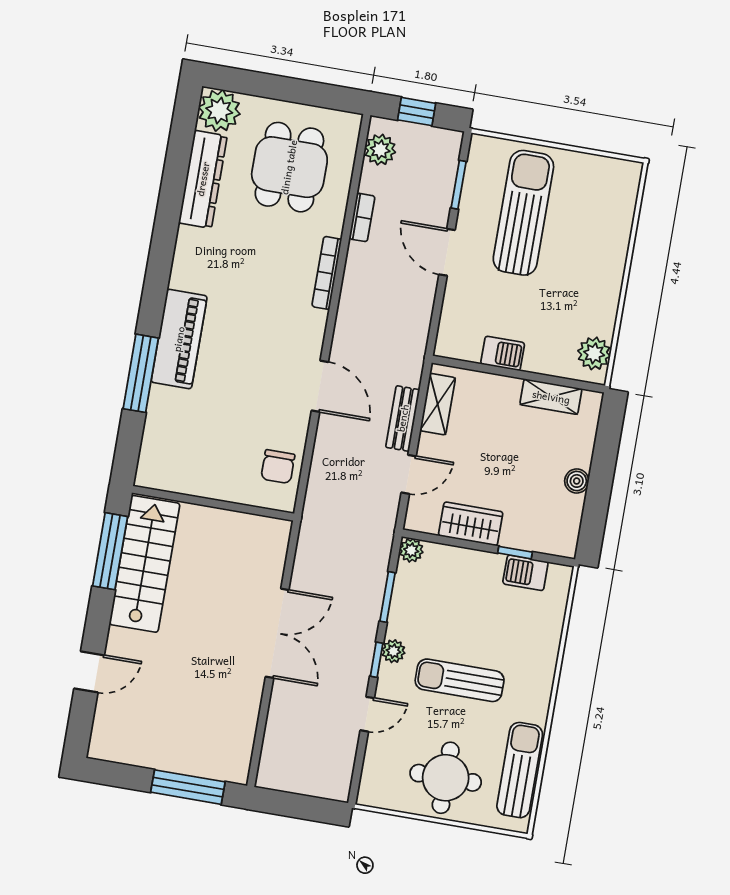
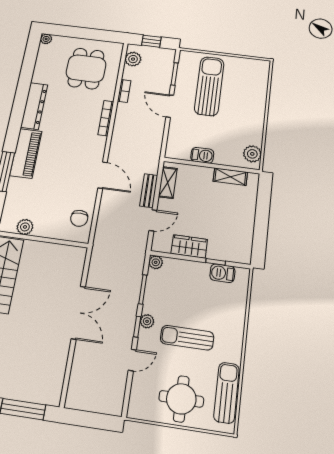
plant: (219, 111) -> (46, 39), width x0.53, depth x0.53
dresser: (203, 179) -> (34, 106), moved
plant: (182, 480) -> (25, 227), added
boiler: (577, 481) -> (248, 221), removed

